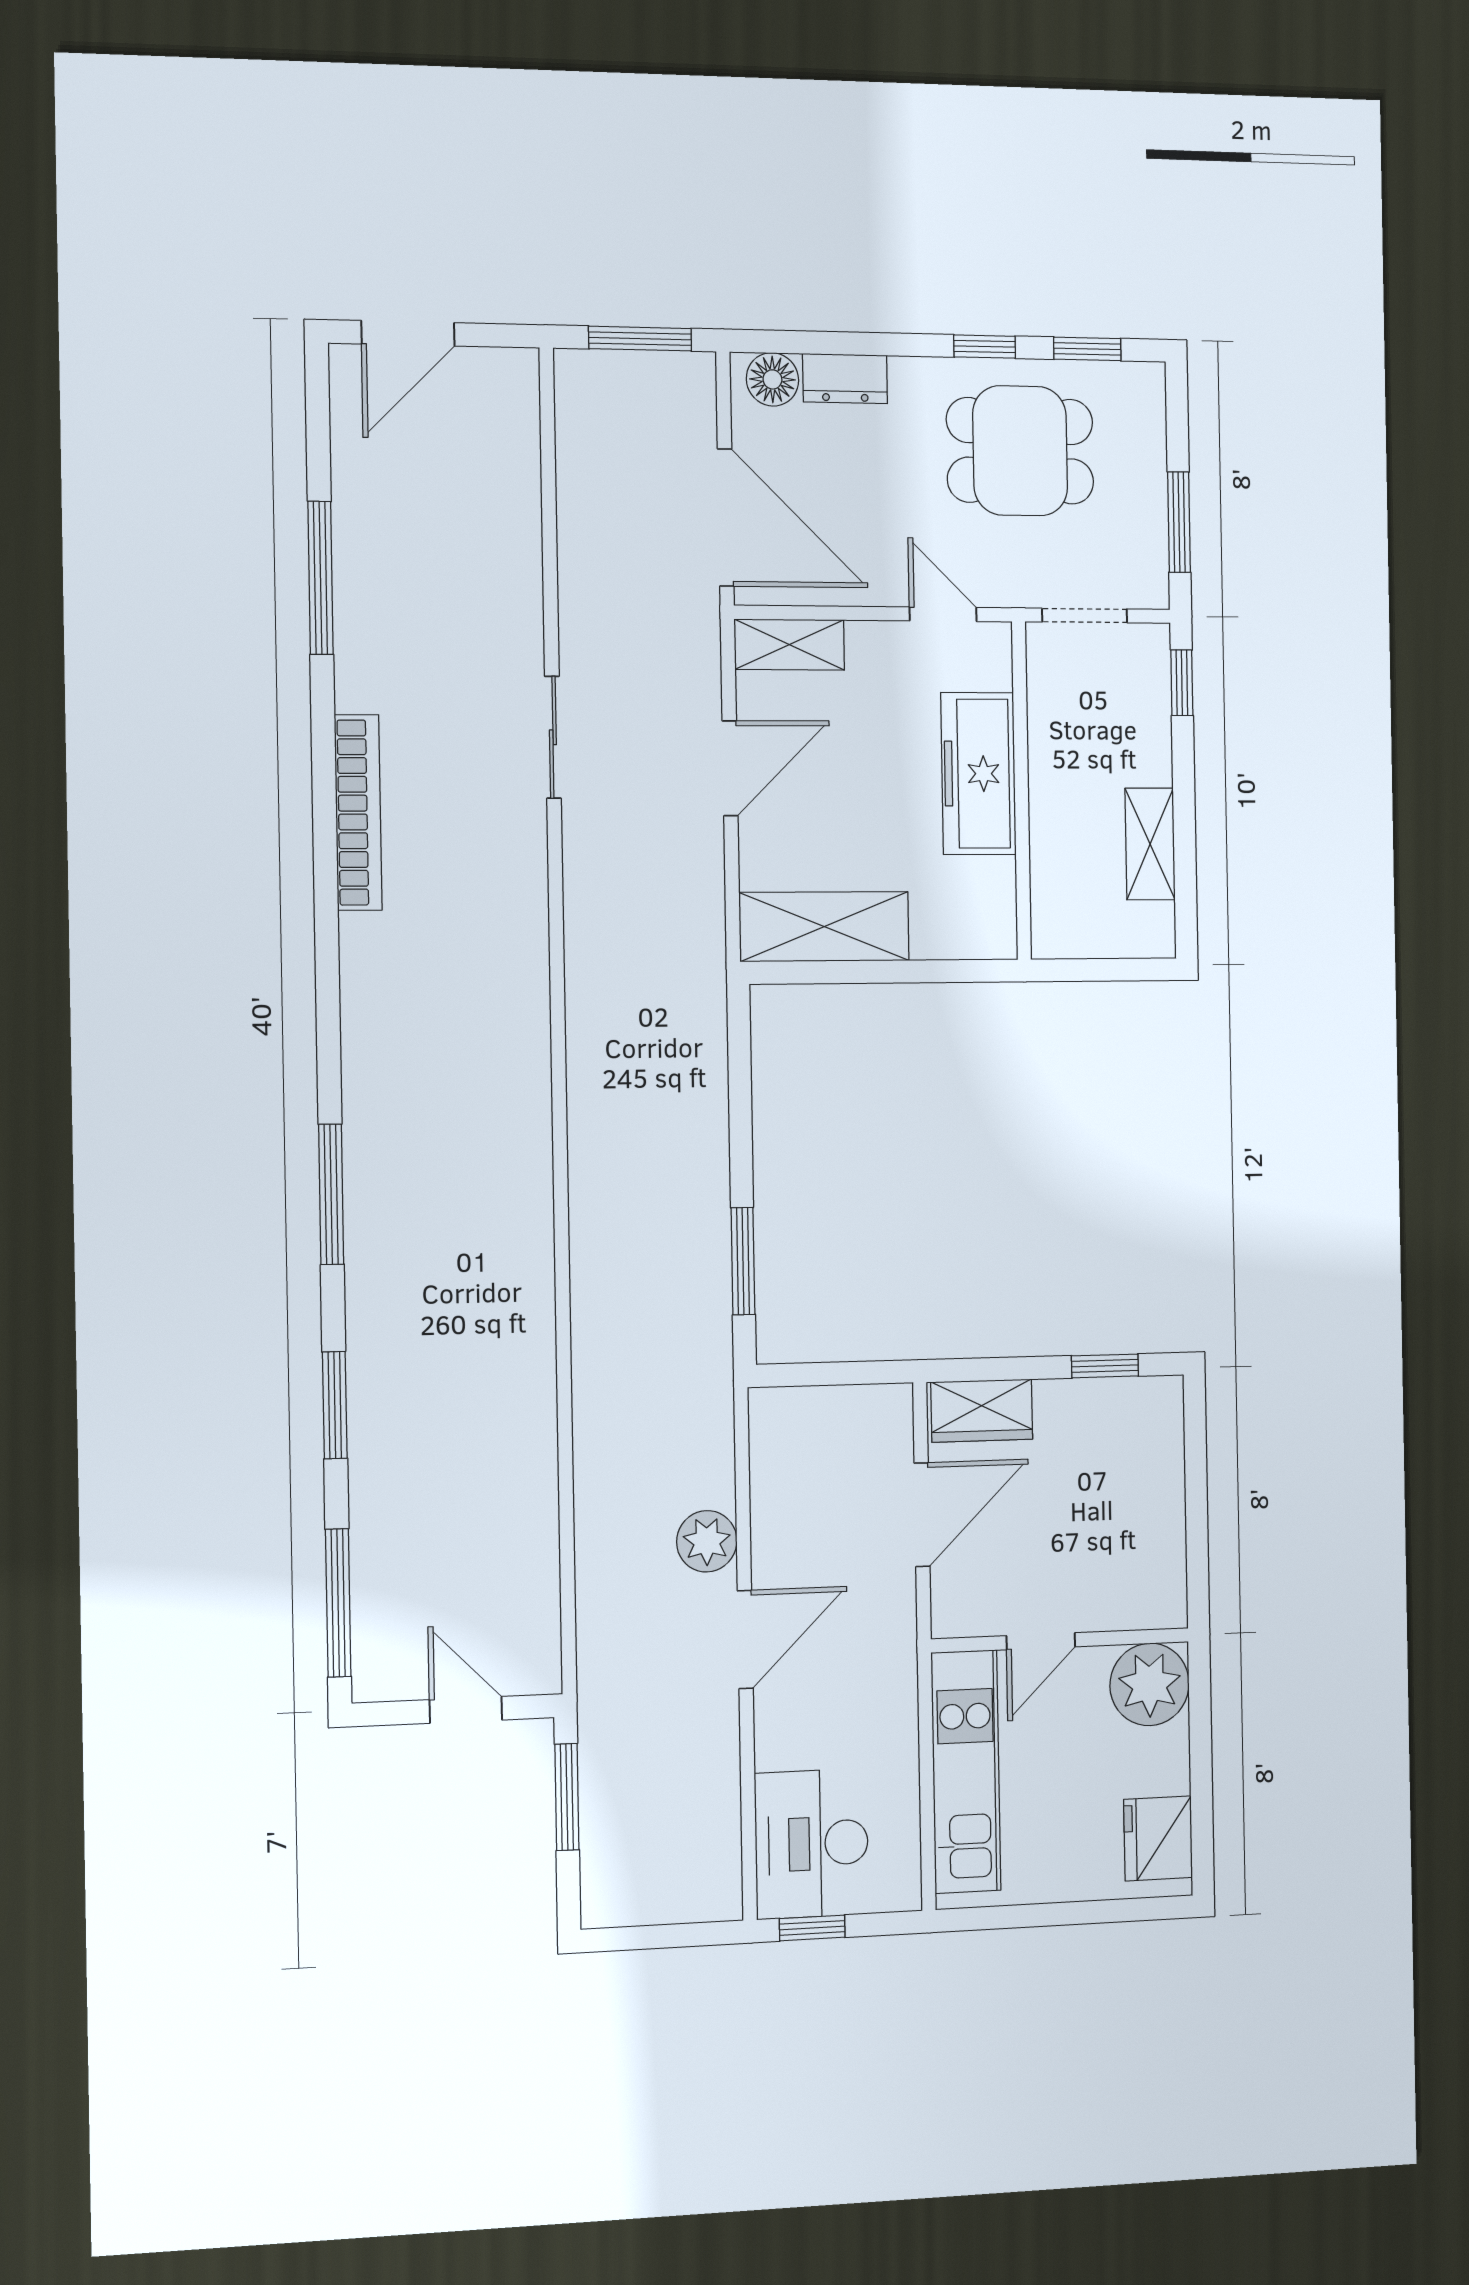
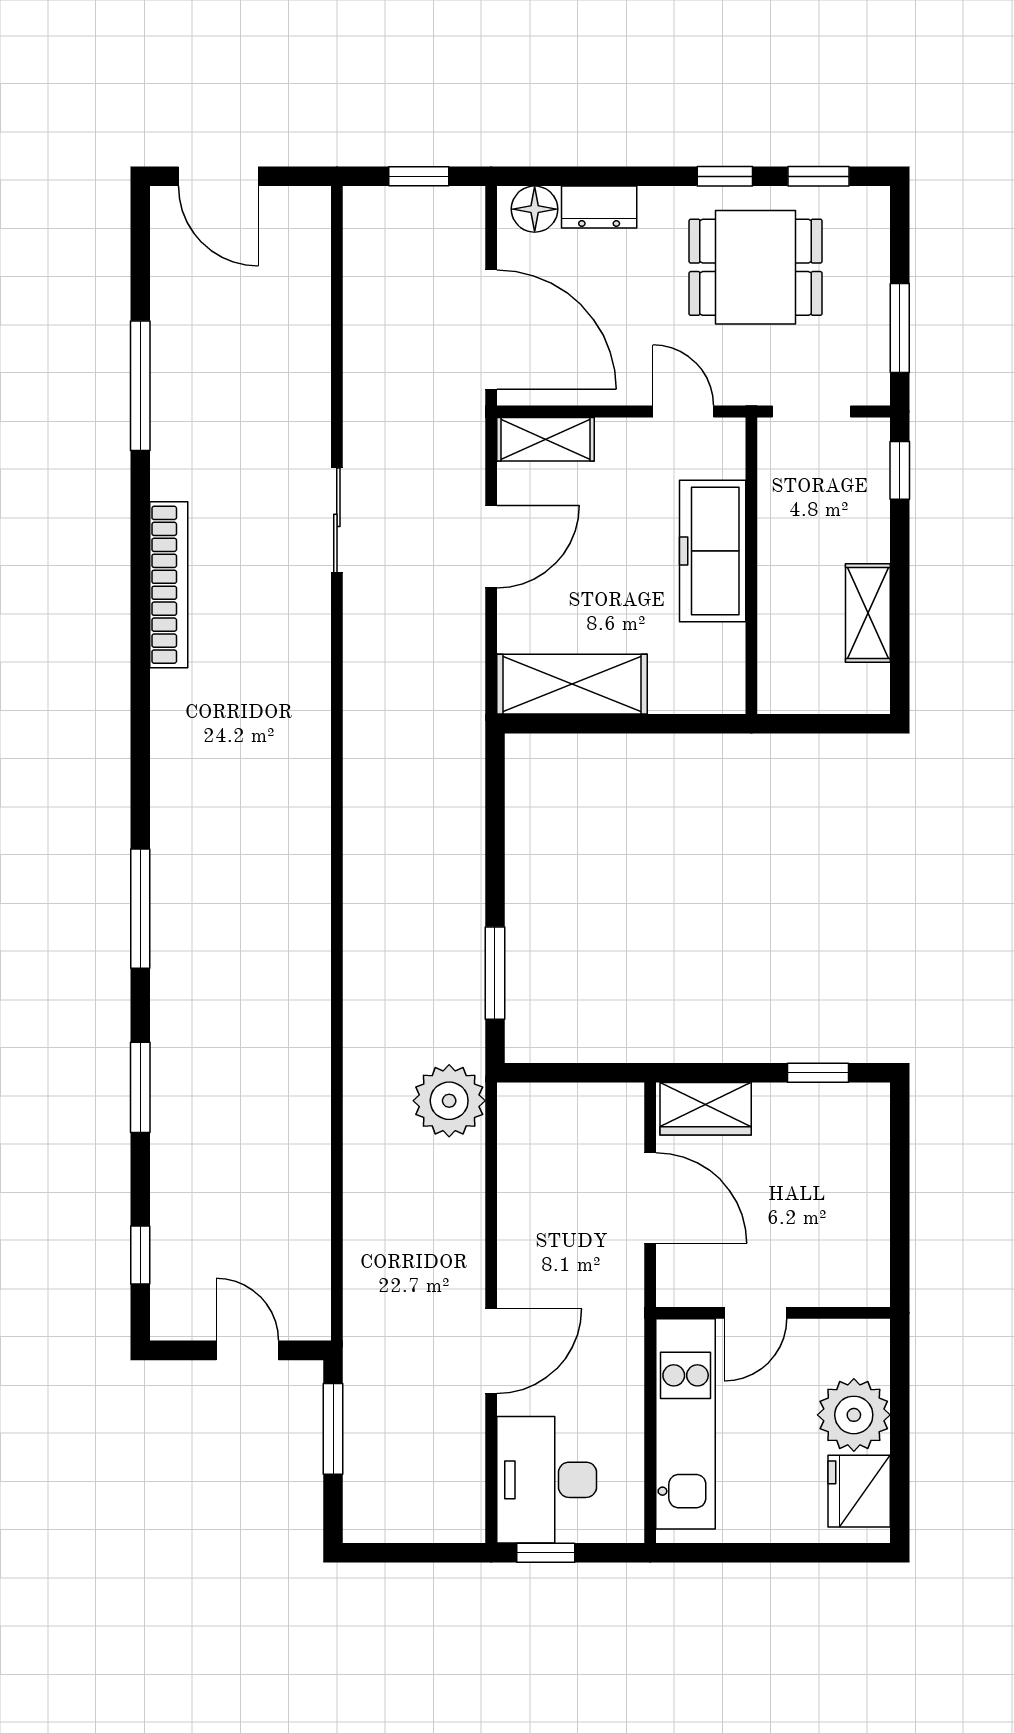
door: (408, 333) -> (218, 176), hinge flipped
window: (640, 339) -> (419, 176), width x0.67
door: (922, 1515) -> (650, 1198), hinge flipped
plant: (707, 1541) -> (449, 1101), moved, width x1.36, depth x1.36
window: (338, 1603) -> (140, 1255), width x0.46
door: (745, 1639) -> (491, 1351), moved
plant: (1150, 1684) -> (854, 1415), moved

